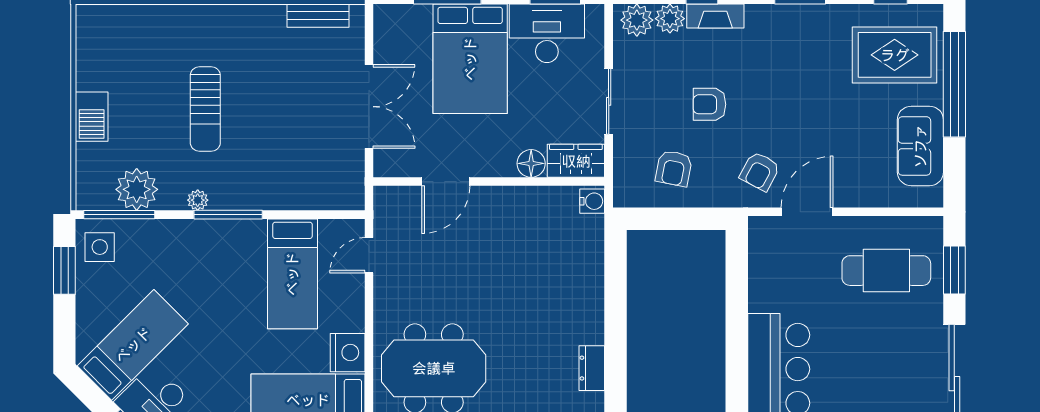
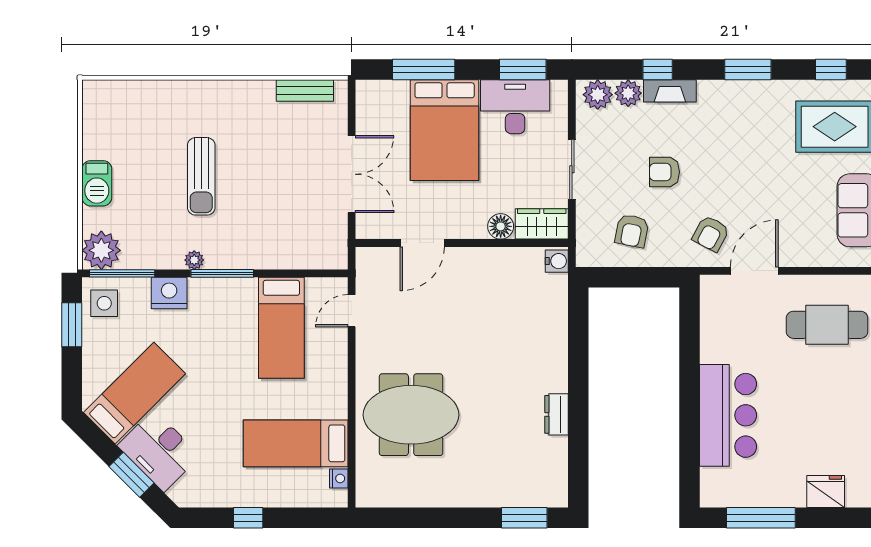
plant: (137, 189) -> (101, 250), moved
nightstand: (348, 353) -> (169, 293), moved, turned -90

